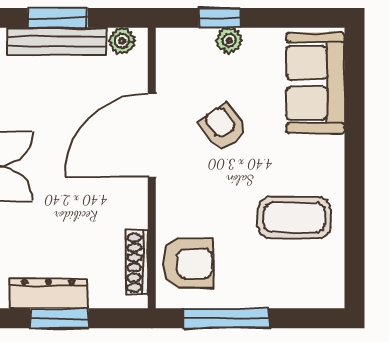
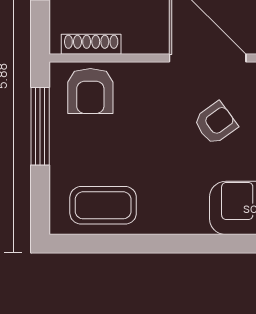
coffee table: (294, 218) -> (103, 205), moved, turned 90

